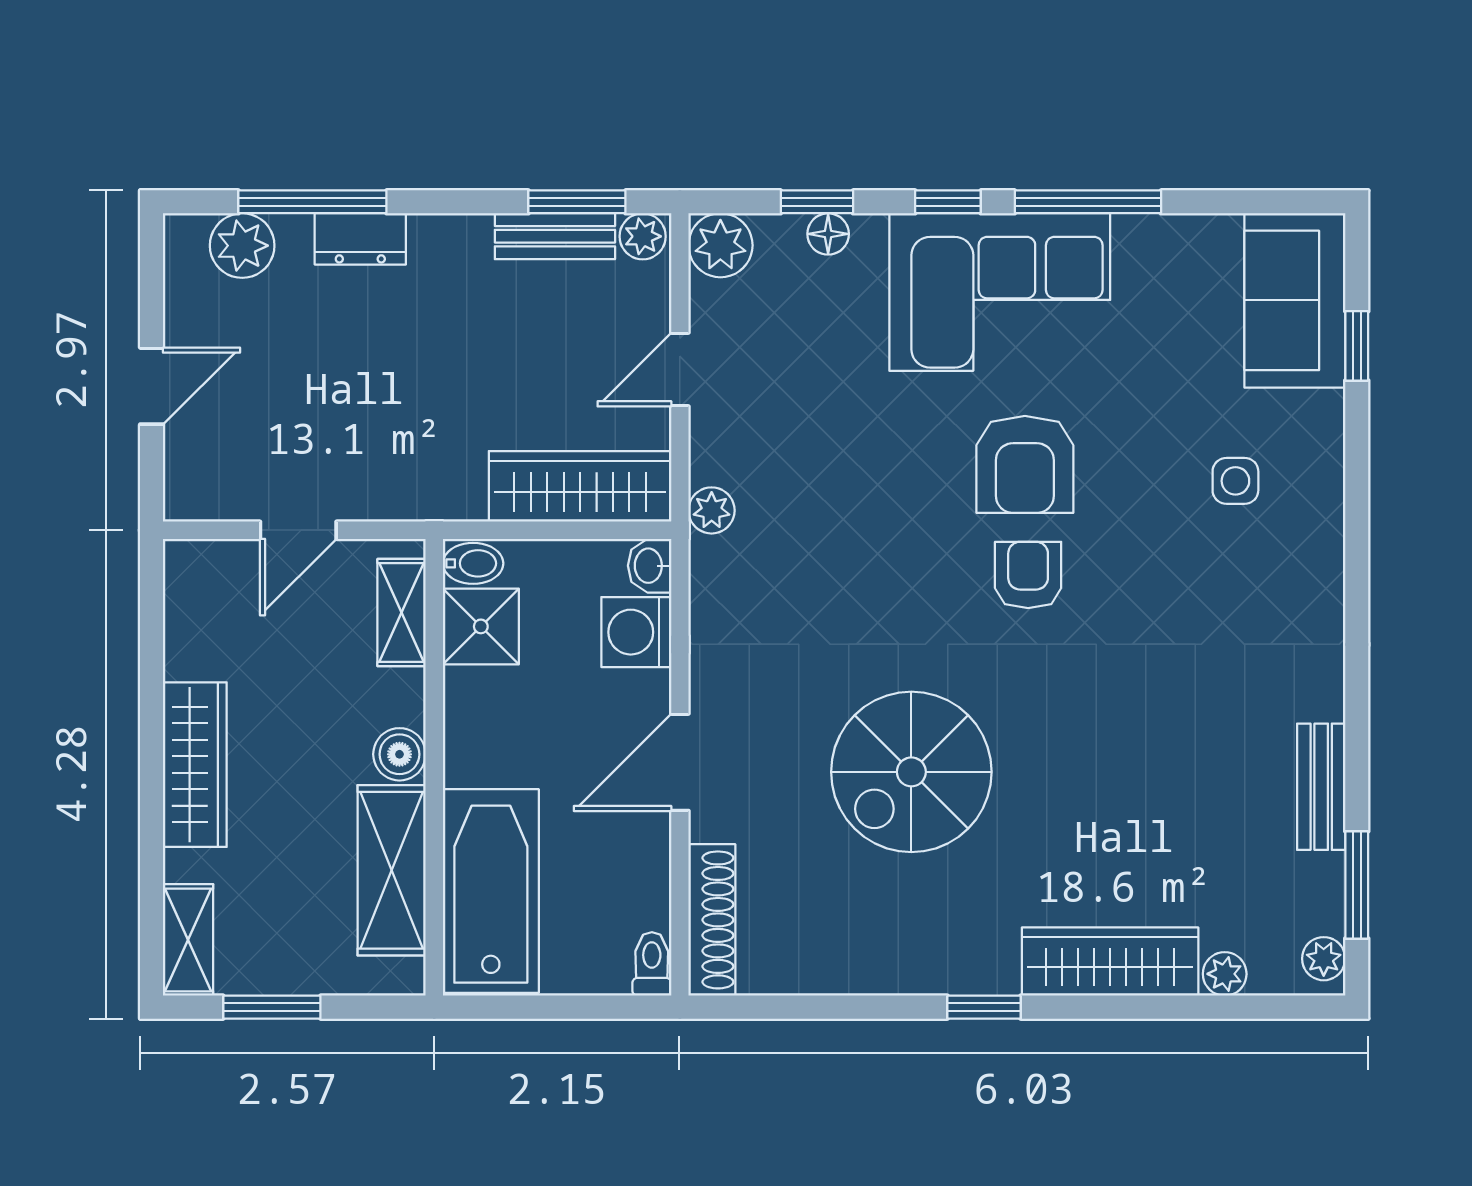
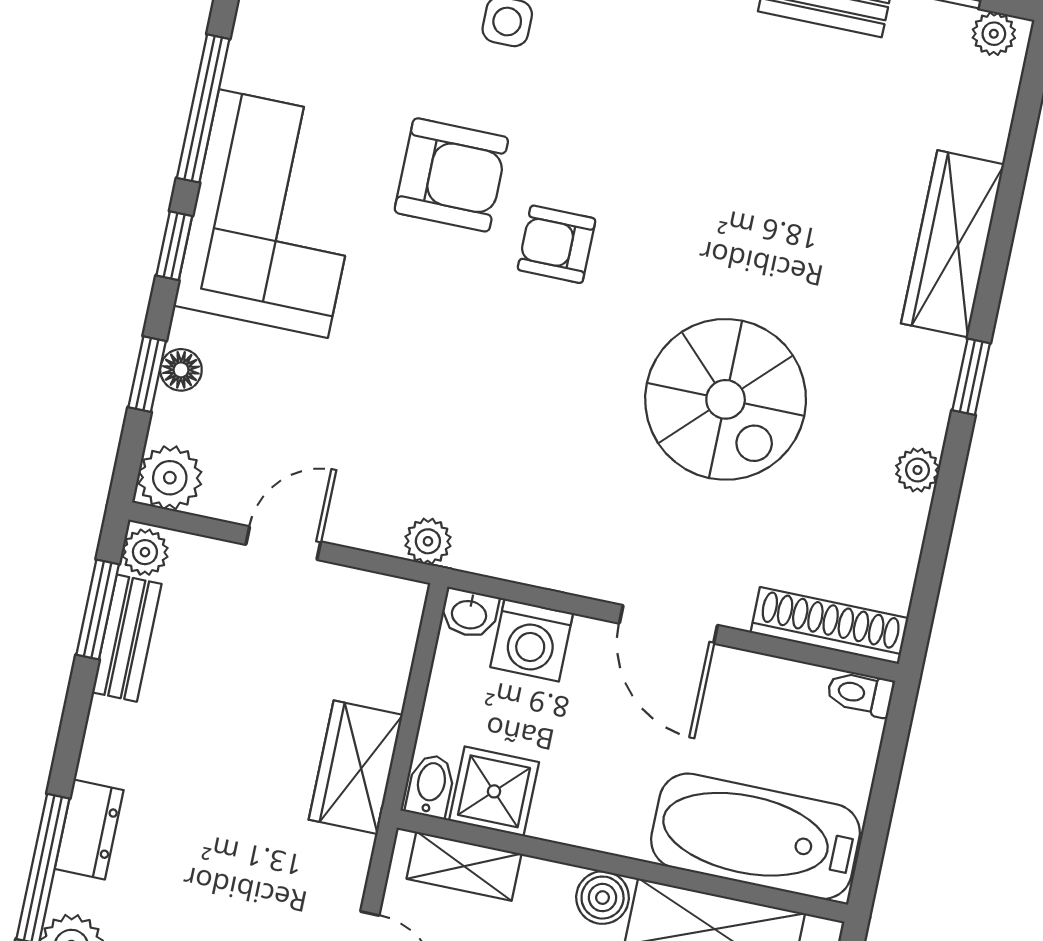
door: (680, 369) -> (283, 543), swing flipped
armchair: (1025, 464) -> (451, 175), moved
wardrobe: (580, 486) -> (356, 767), moved, width x0.67
plant: (1225, 974) -> (917, 470), moved

